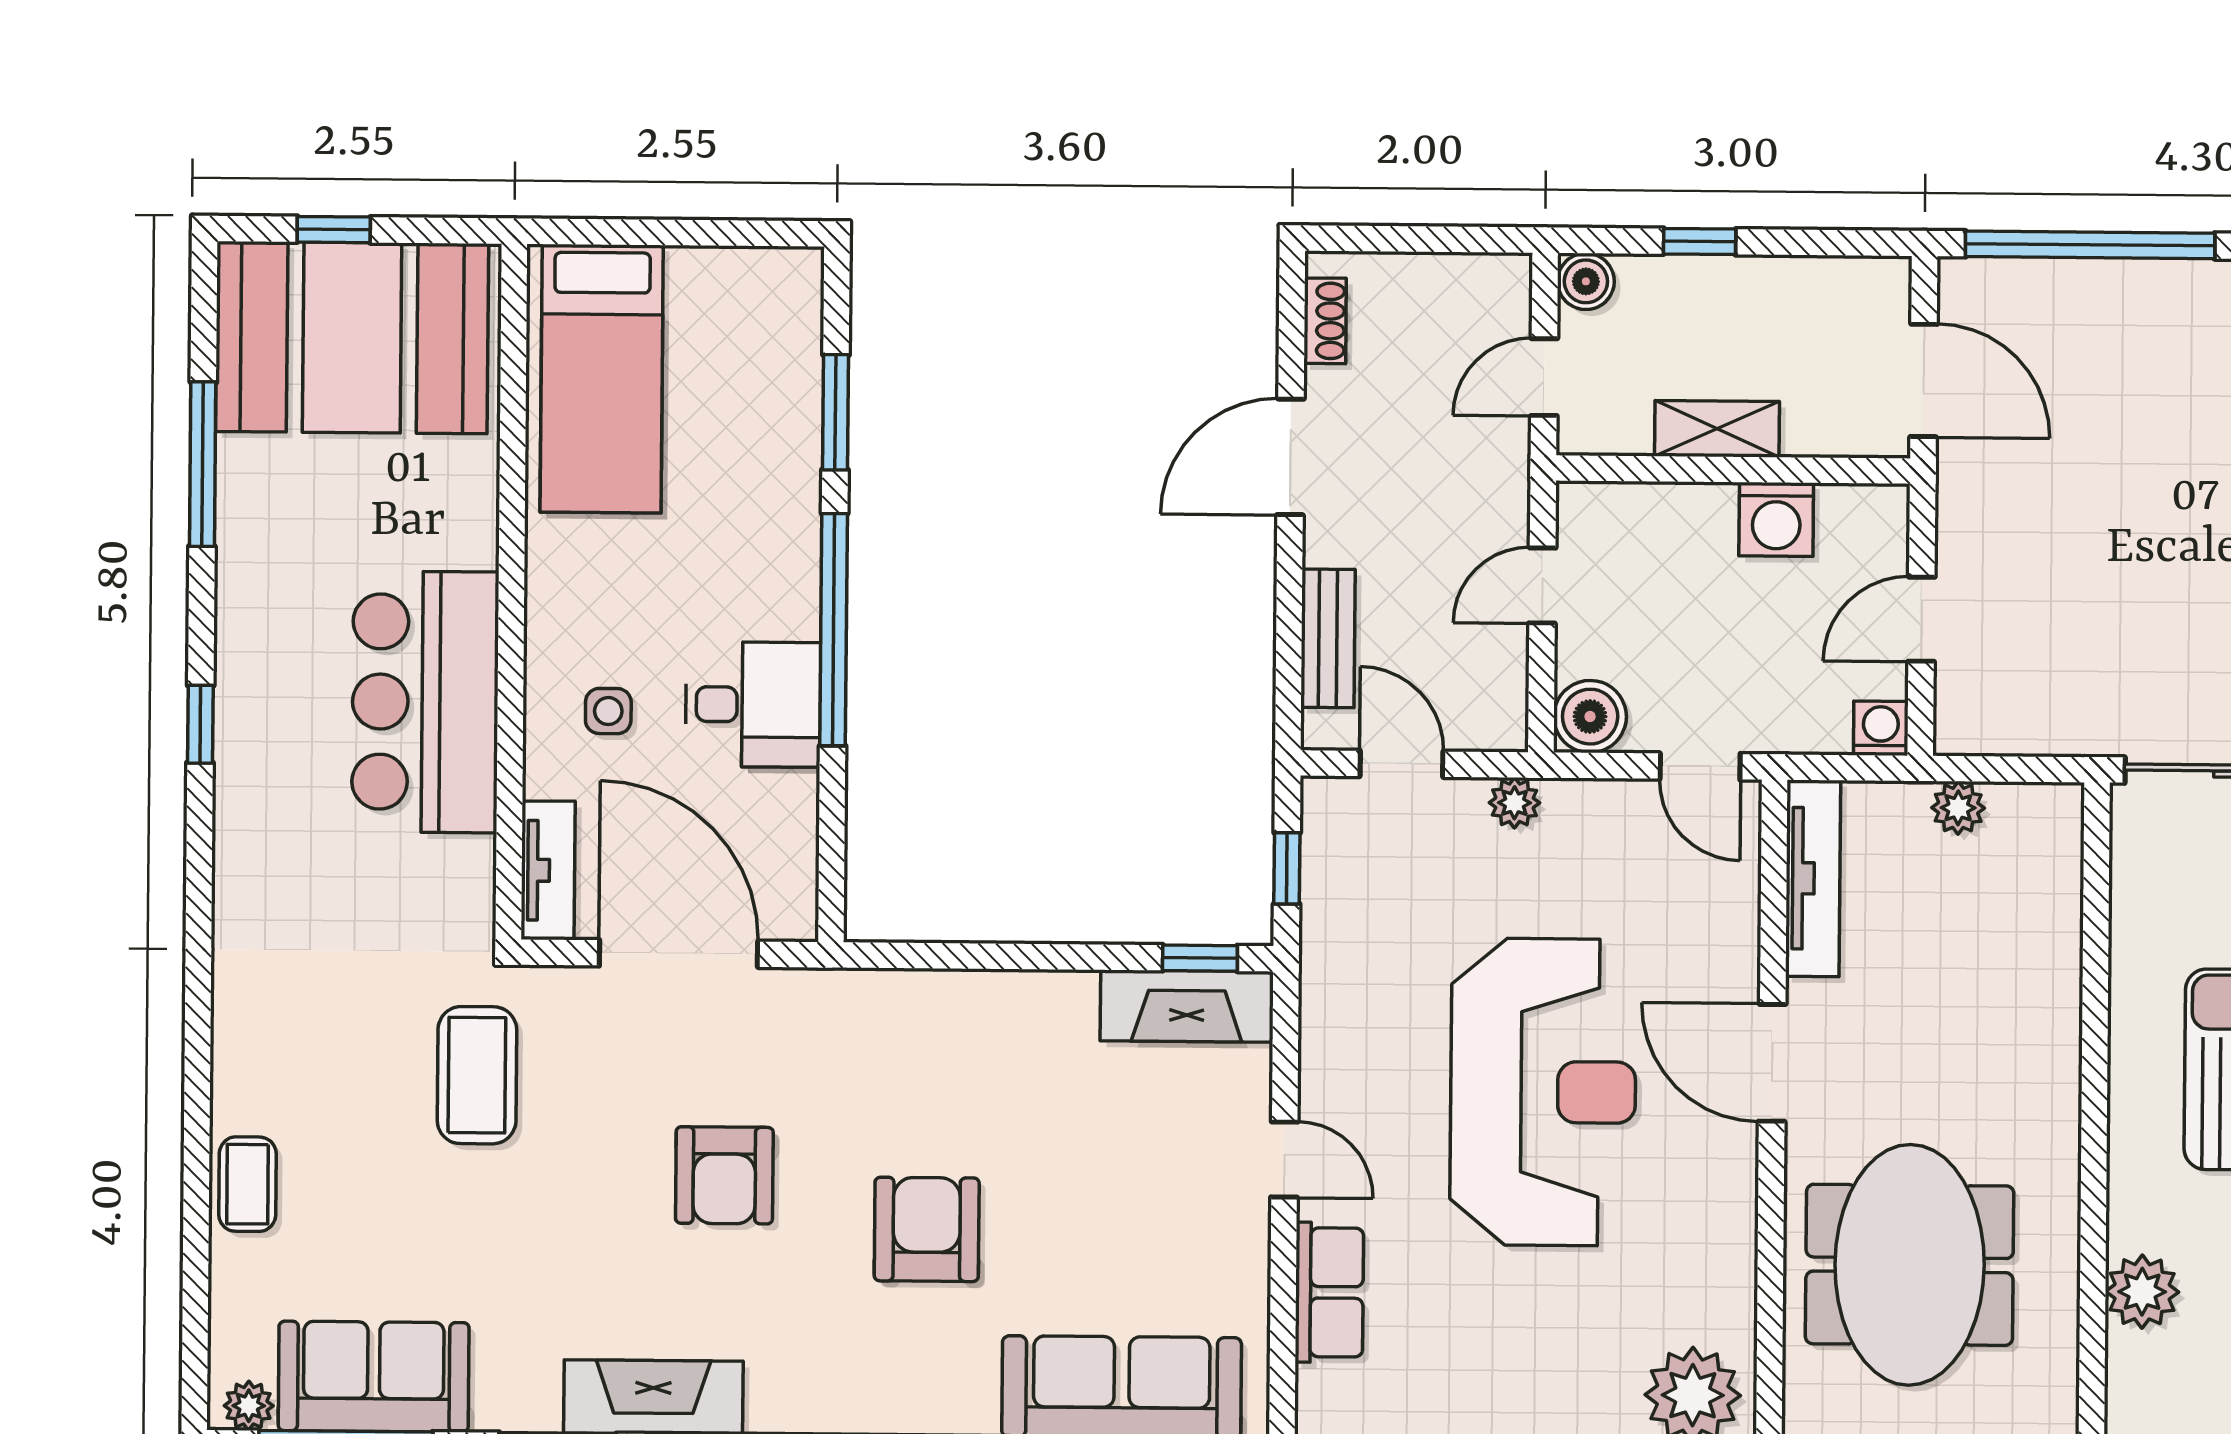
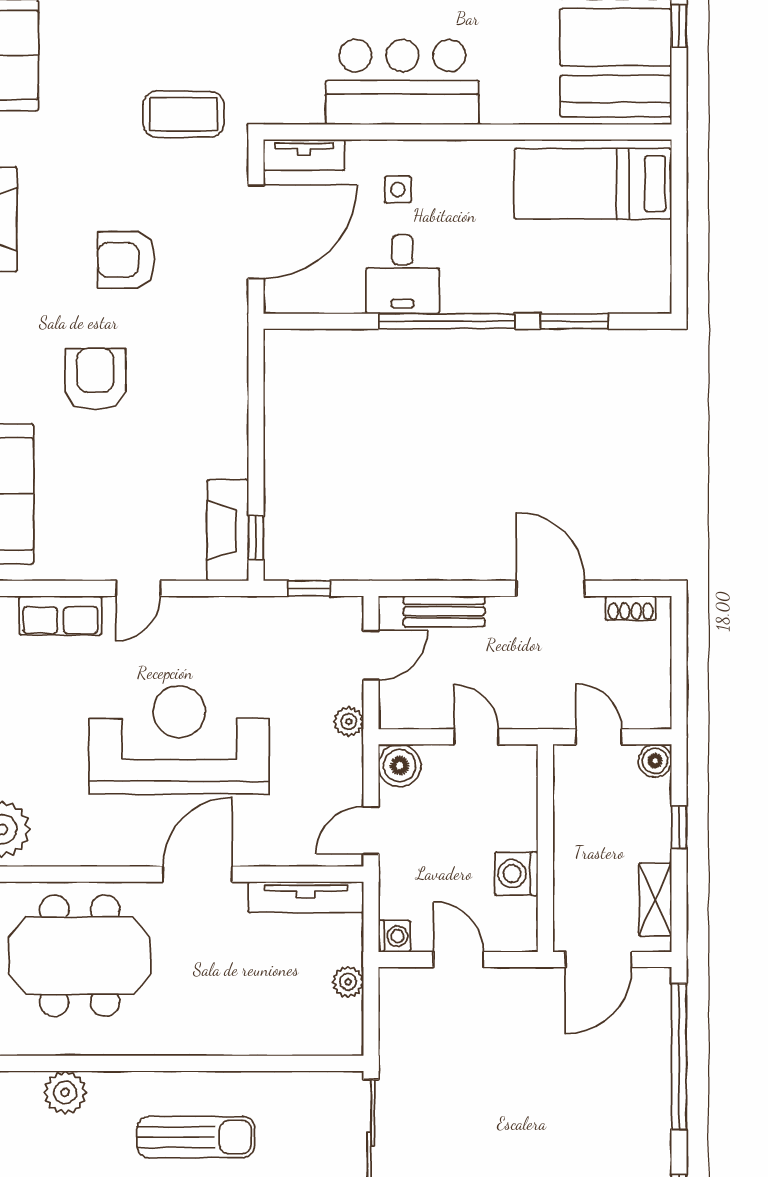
shelving: (1717, 429) -> (655, 899), moved
reception desk: (1543, 1092) -> (179, 740), turned 180
armchair: (927, 1229) -> (95, 379), turned -90

